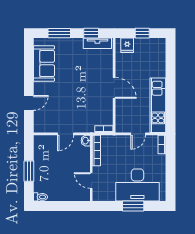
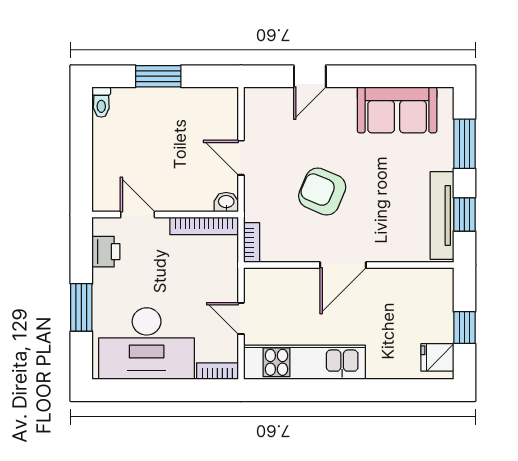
tv unit: (97, 43) -> (442, 215), width x1.41
fridge: (127, 45) -> (437, 357), moved
armchair: (81, 97) -> (322, 192), added
door: (29, 103) -> (310, 76), hinge flipped
door: (91, 181) -> (138, 215), hinge flipped
desk: (137, 185) -> (147, 344), moved, turned -90
printer: (108, 195) -> (106, 252), added

